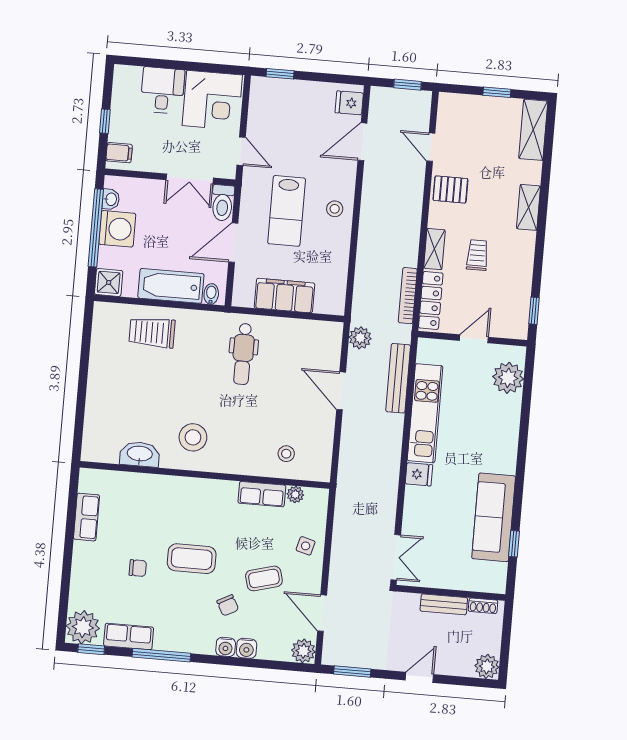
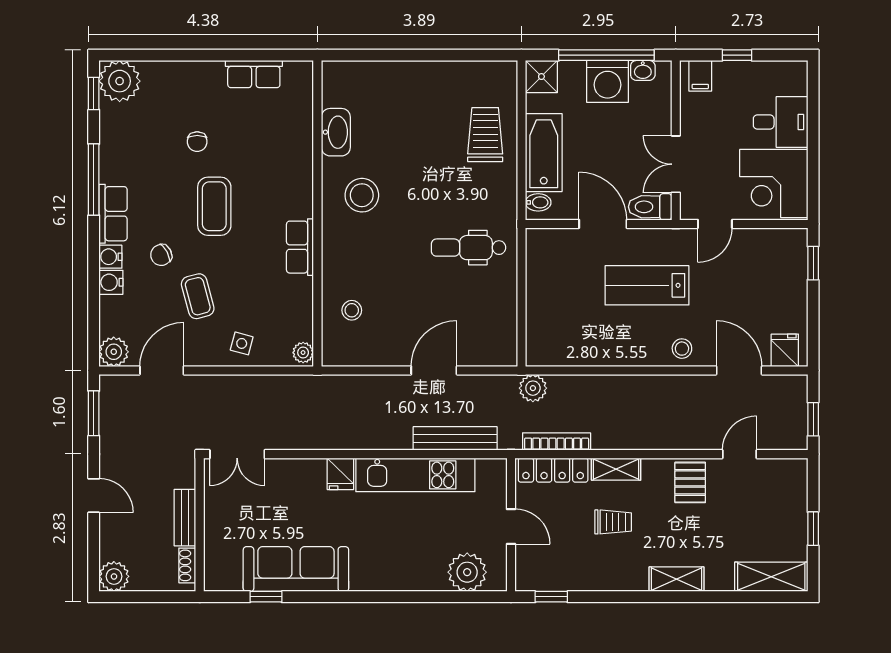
stool: (335, 209) -> (682, 349), moved
filing cabinet: (285, 296) -> (544, 292), removed
plant: (360, 338) -> (533, 388), moved
row of seats: (262, 494) -> (300, 247), moved
plant: (295, 494) -> (303, 353), moved
row of seats: (129, 636) -> (113, 214), moved

